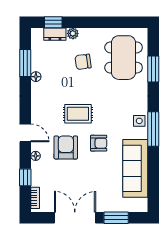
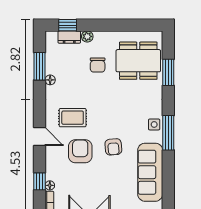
dining table: (124, 58) -> (138, 61), turned 90
chair: (83, 62) -> (98, 65), turned -82
rug: (78, 114) -> (73, 118), moved
armchair: (99, 143) -> (113, 147), turned 85
floor lamp: (36, 156) -> (50, 185), moved

